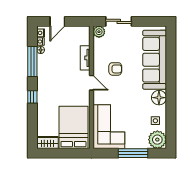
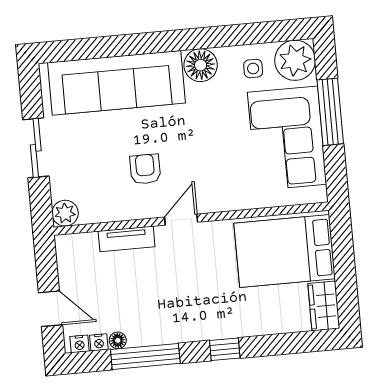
sliding door: (119, 21) -> (36, 148), moved
corner sofa: (109, 127) -> (287, 138), moved, turned -90

